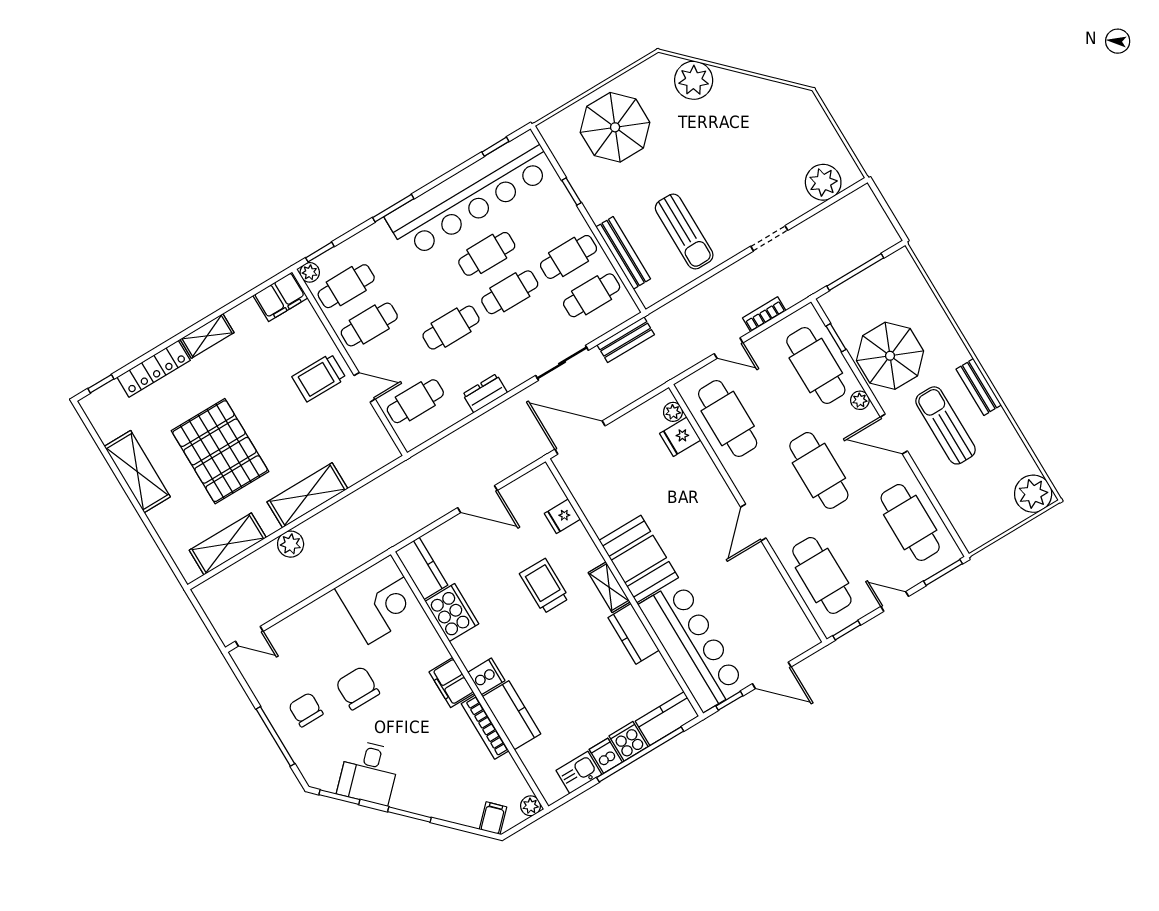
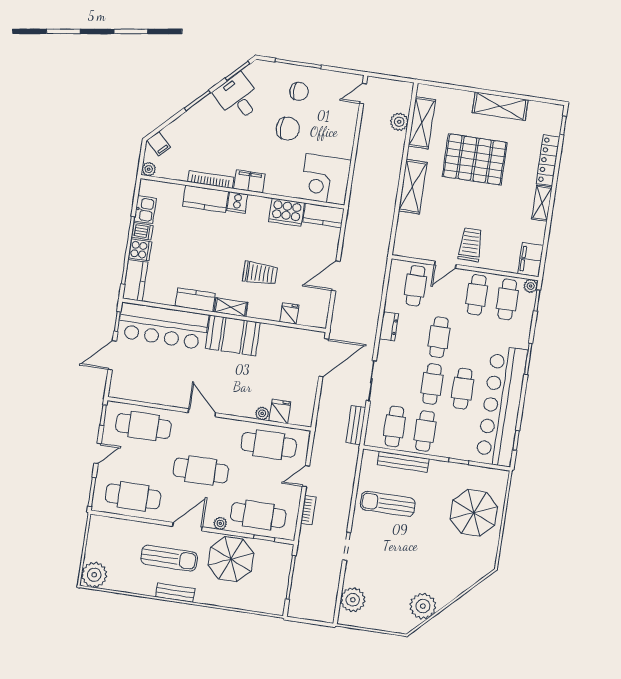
plant: (694, 80) -> (423, 606), moved
plant: (673, 412) -> (262, 413), moved
plant: (291, 544) -> (399, 122), moved

